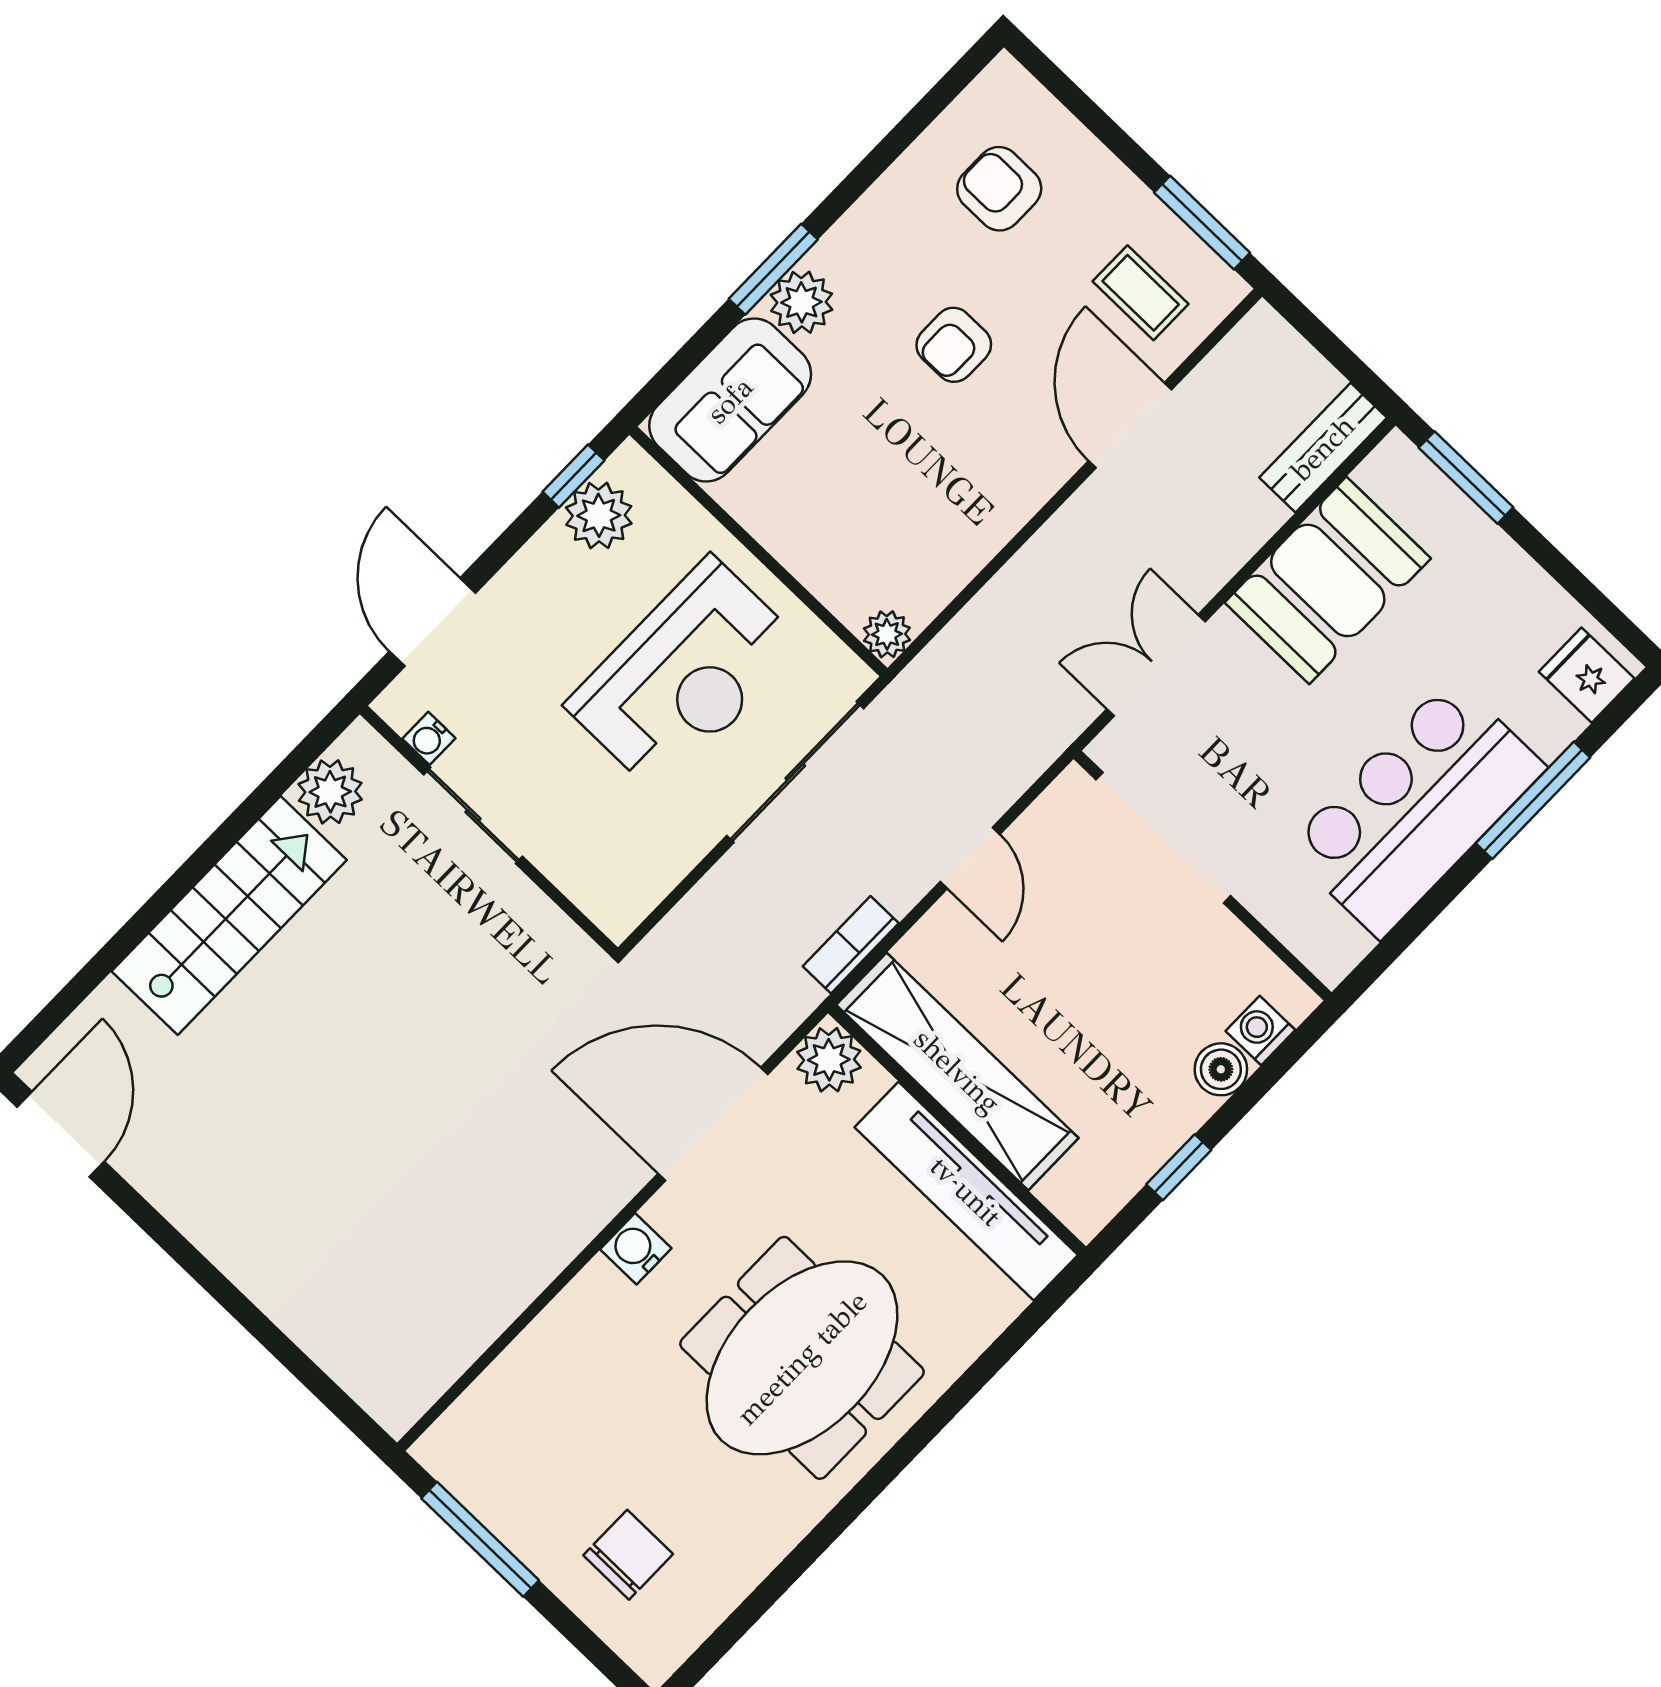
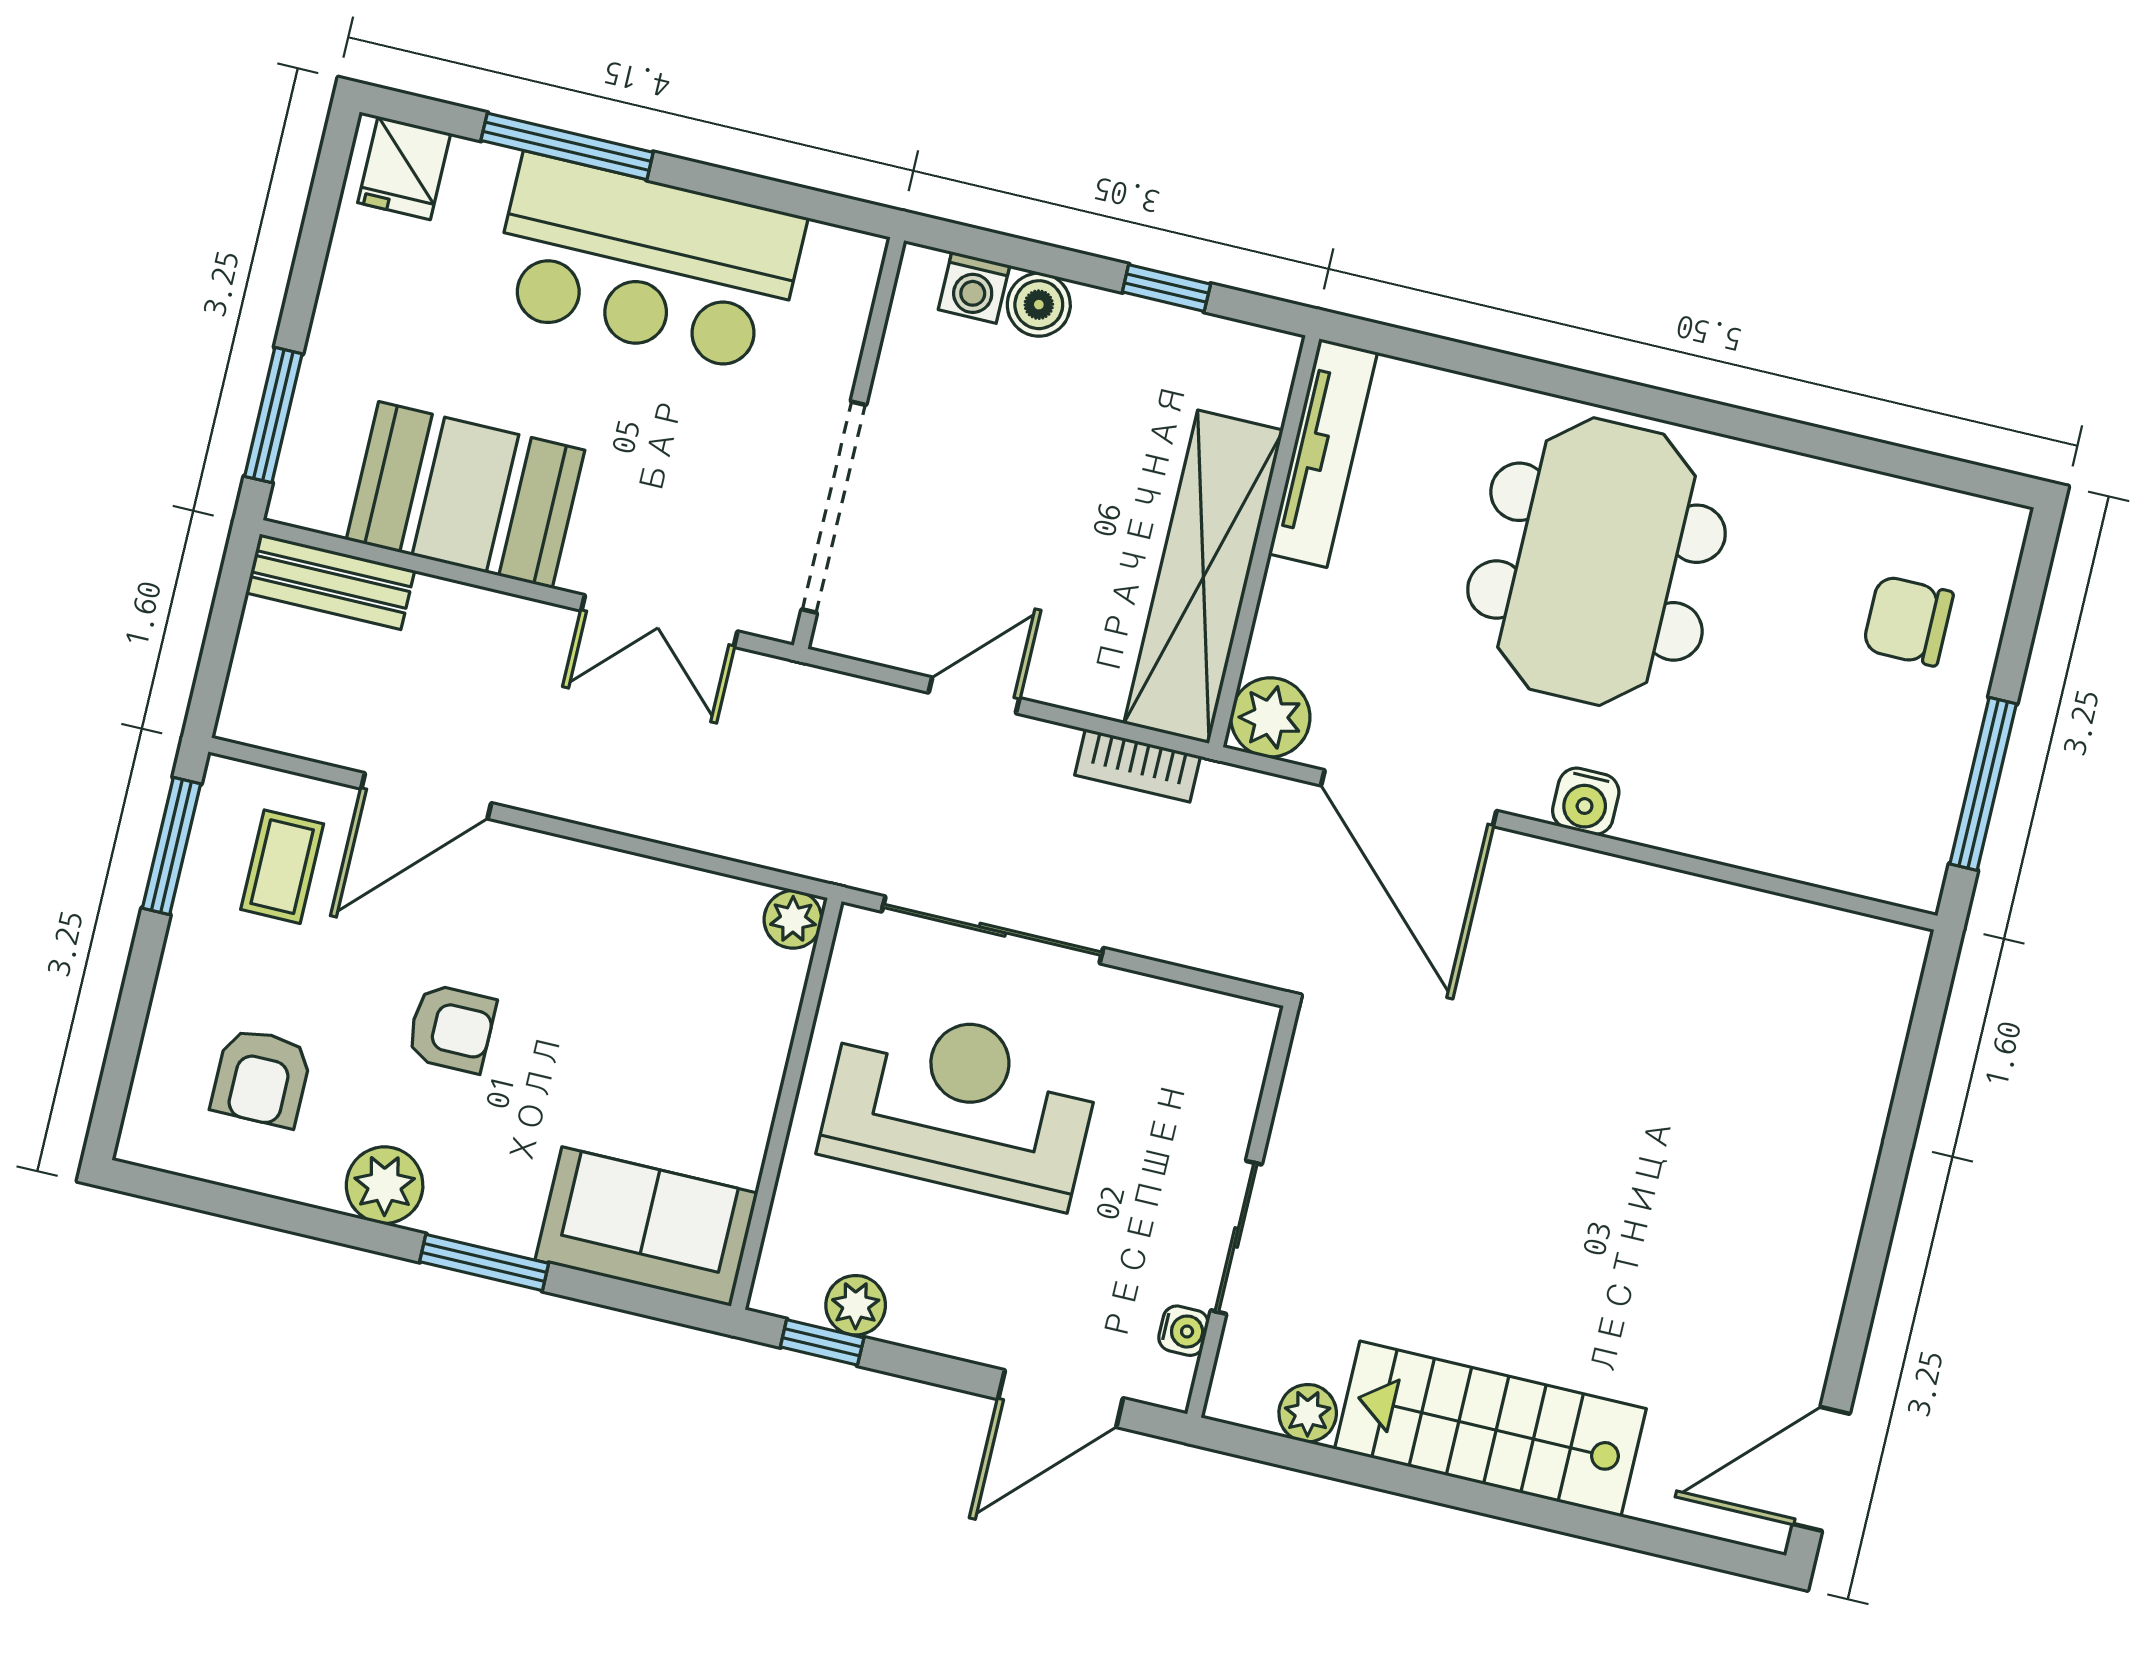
plant: (802, 302) -> (385, 1185), moved
plant: (599, 515) -> (856, 1305), width x0.73, depth x0.73
plant: (330, 792) -> (1308, 1413), width x0.73, depth x0.73
tv unit: (966, 1191) -> (1323, 453), width x0.73, depth x0.78
meeting table: (802, 1358) -> (1596, 562), turned 90

